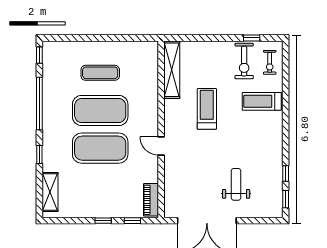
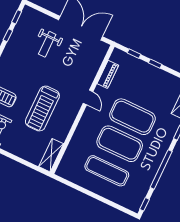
shelving: (172, 70) -> (51, 155), width x0.68
exercise mat: (100, 73) -> (107, 171), width x1.36, depth x1.45
treadmill: (207, 109) -> (42, 109), width x1.37, depth x1.38
piano: (151, 200) -> (108, 74), moved

